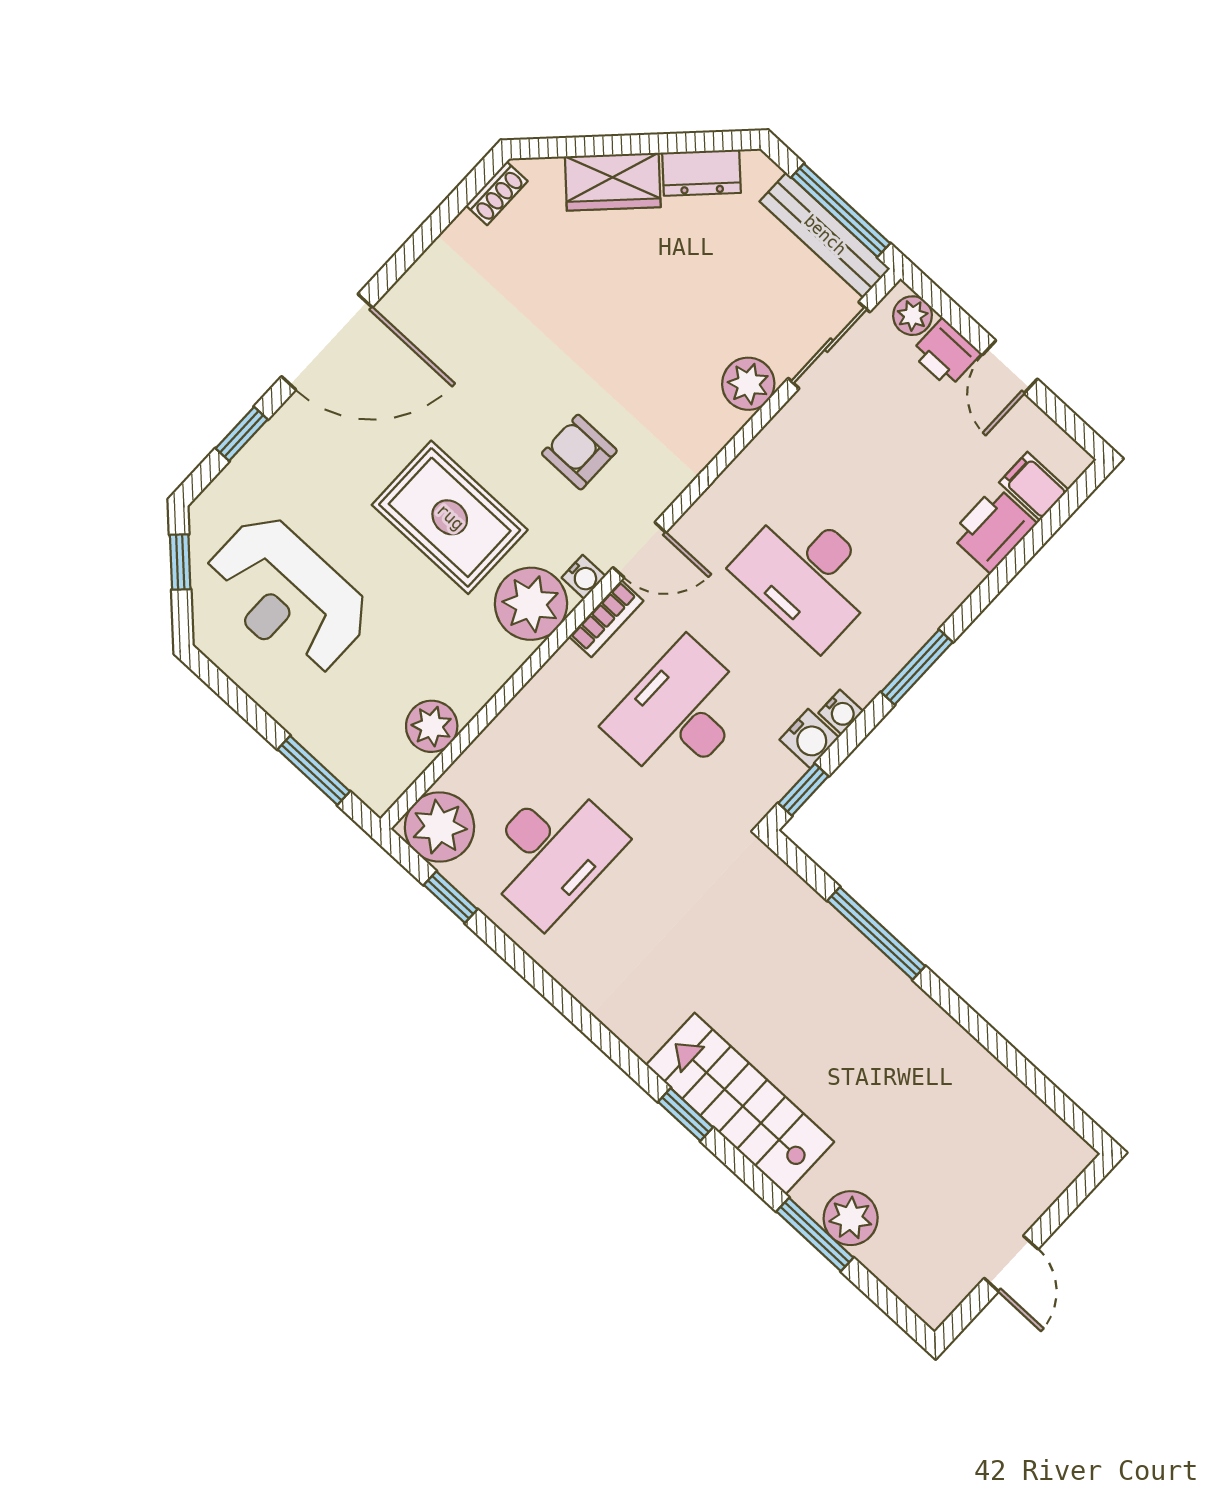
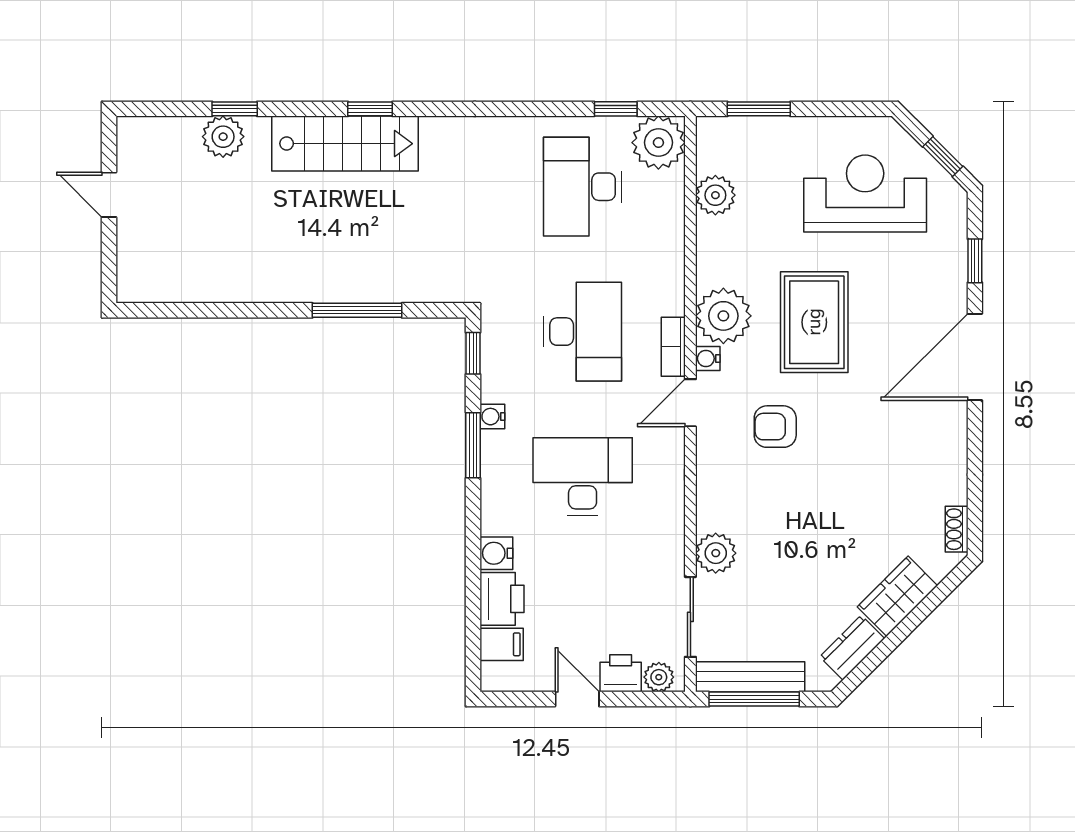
armchair: (579, 452) -> (775, 427), turned 180
rug: (450, 517) -> (814, 322), turned 90
window: (917, 667) -> (473, 445), moved
water cooler: (809, 739) -> (496, 553), moved
window: (815, 1234) -> (235, 109), width x0.67

